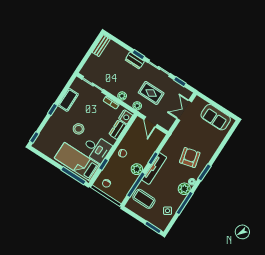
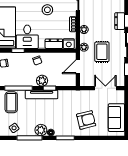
stool: (79, 129) -> (47, 10), moved
armchair: (190, 158) -> (86, 120), moved
plant: (137, 169) -> (42, 81), moved

